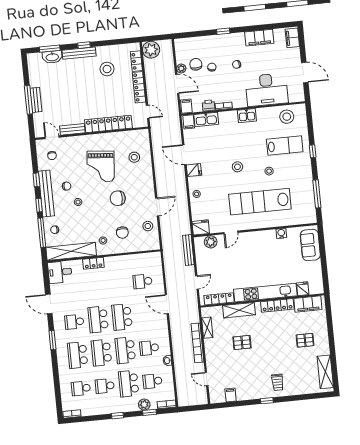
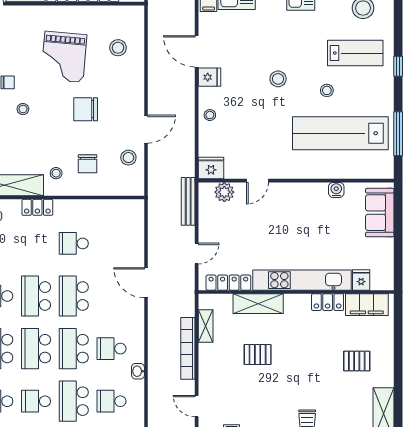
lab bench: (260, 202) -> (340, 133), moved
school desk: (143, 281) -> (74, 243), moved
locker: (277, 305) -> (328, 302), width x0.66

